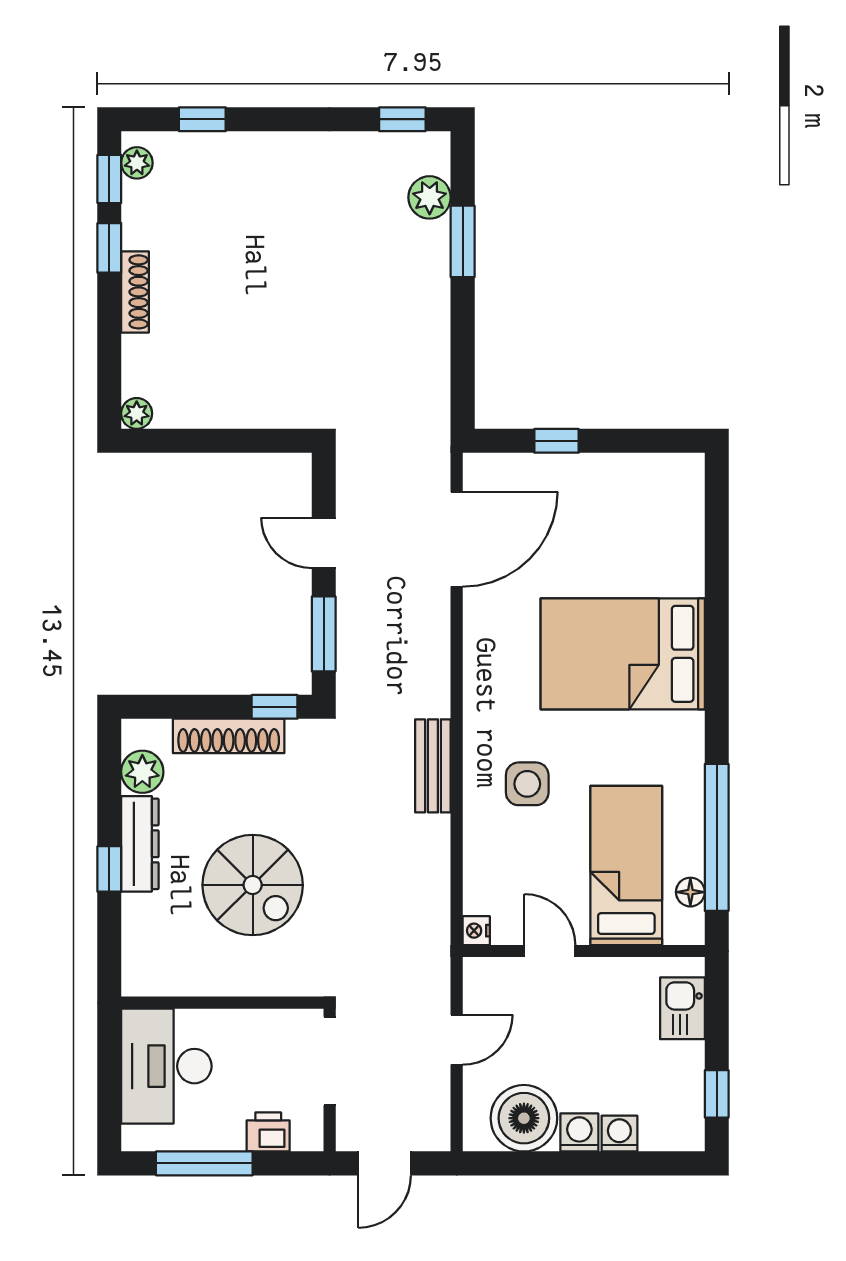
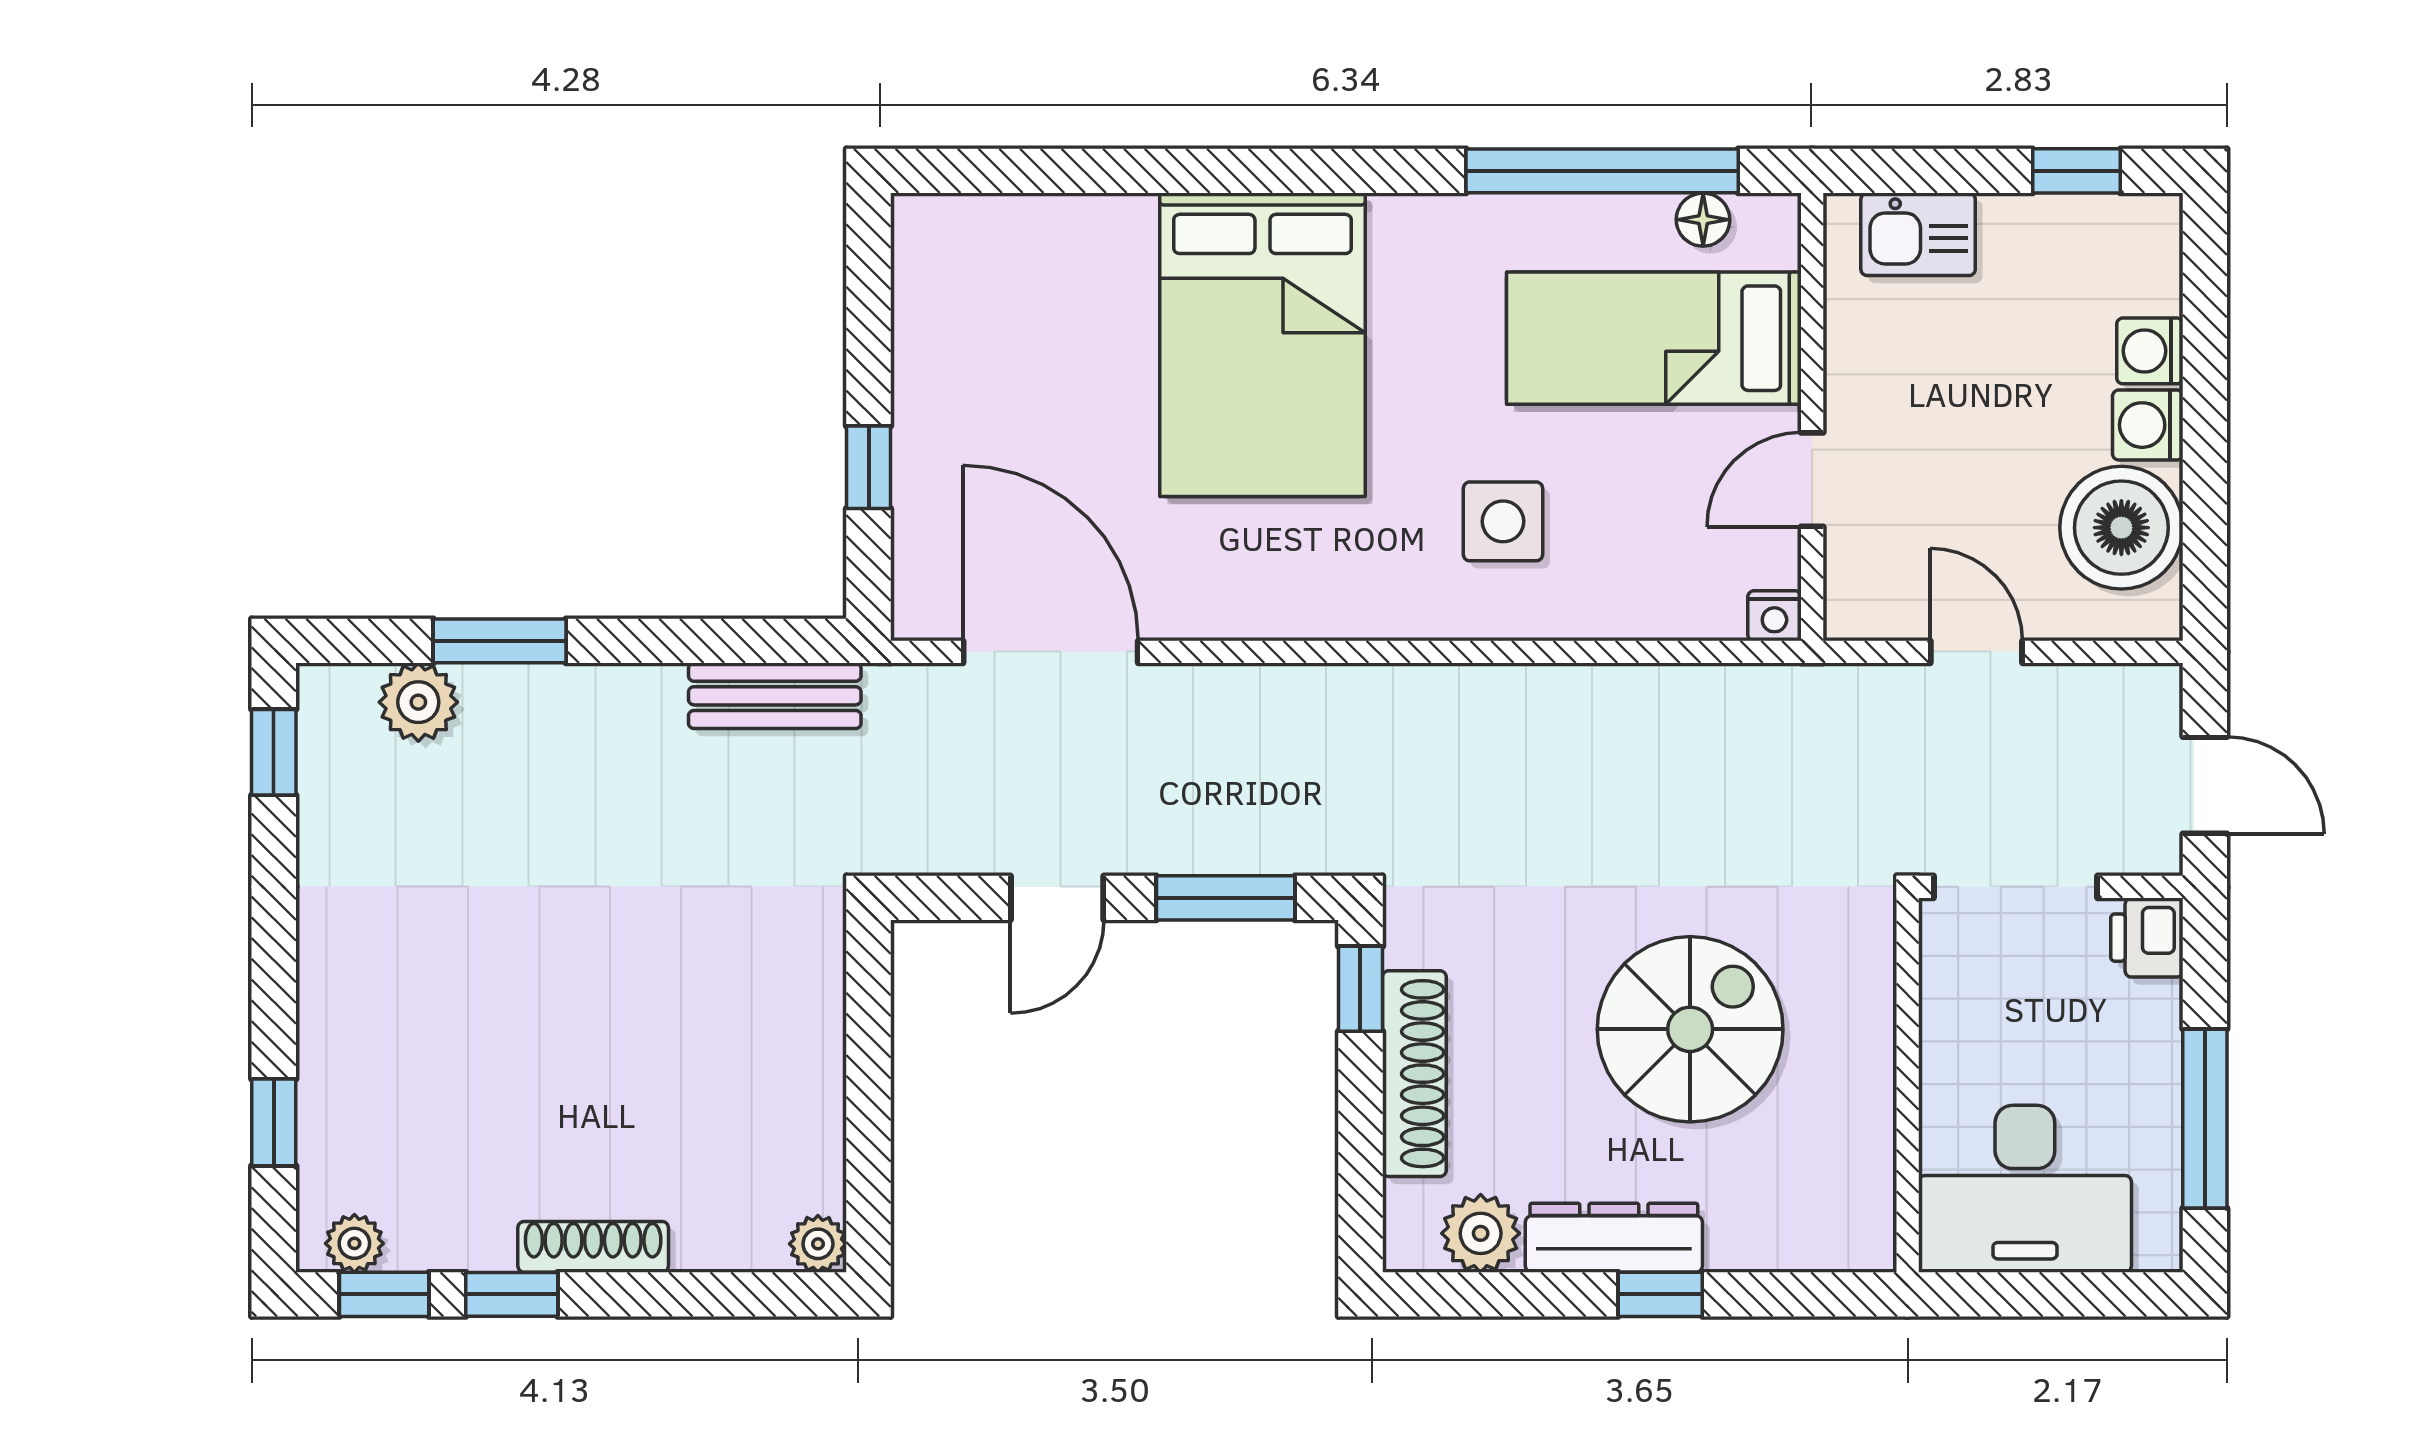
bench: (433, 766) -> (775, 696), moved
printer: (268, 1132) -> (2147, 938), moved

